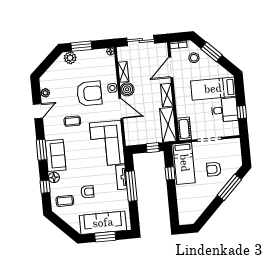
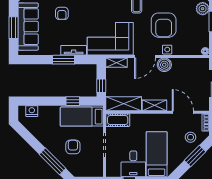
shelving: (123, 72) -> (116, 63), moved
window: (131, 186) -> (63, 60), width x0.69
nightstand: (183, 212) -> (32, 111), added

